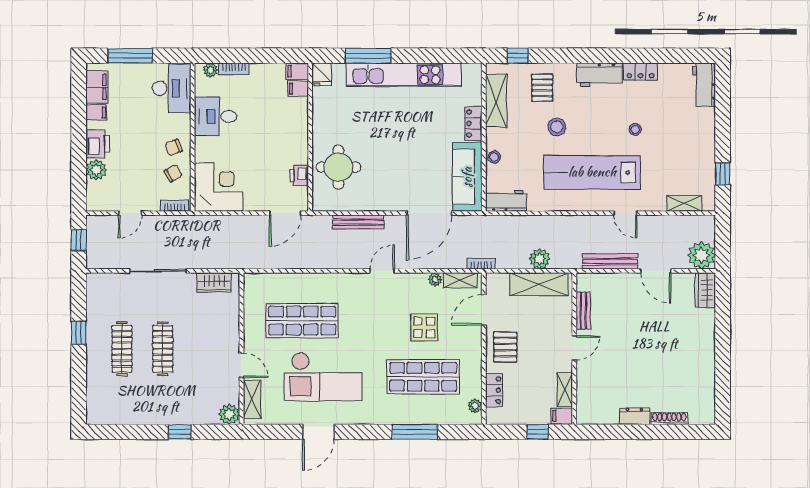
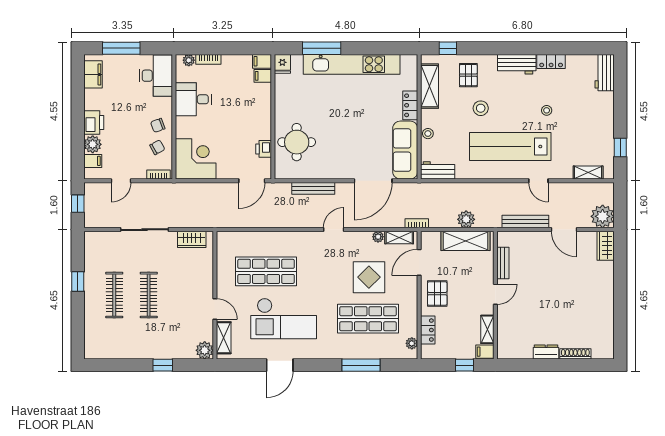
filing cabinet: (96, 112) -> (93, 161), moved
display table: (424, 328) -> (369, 277), width x1.36, depth x1.36

